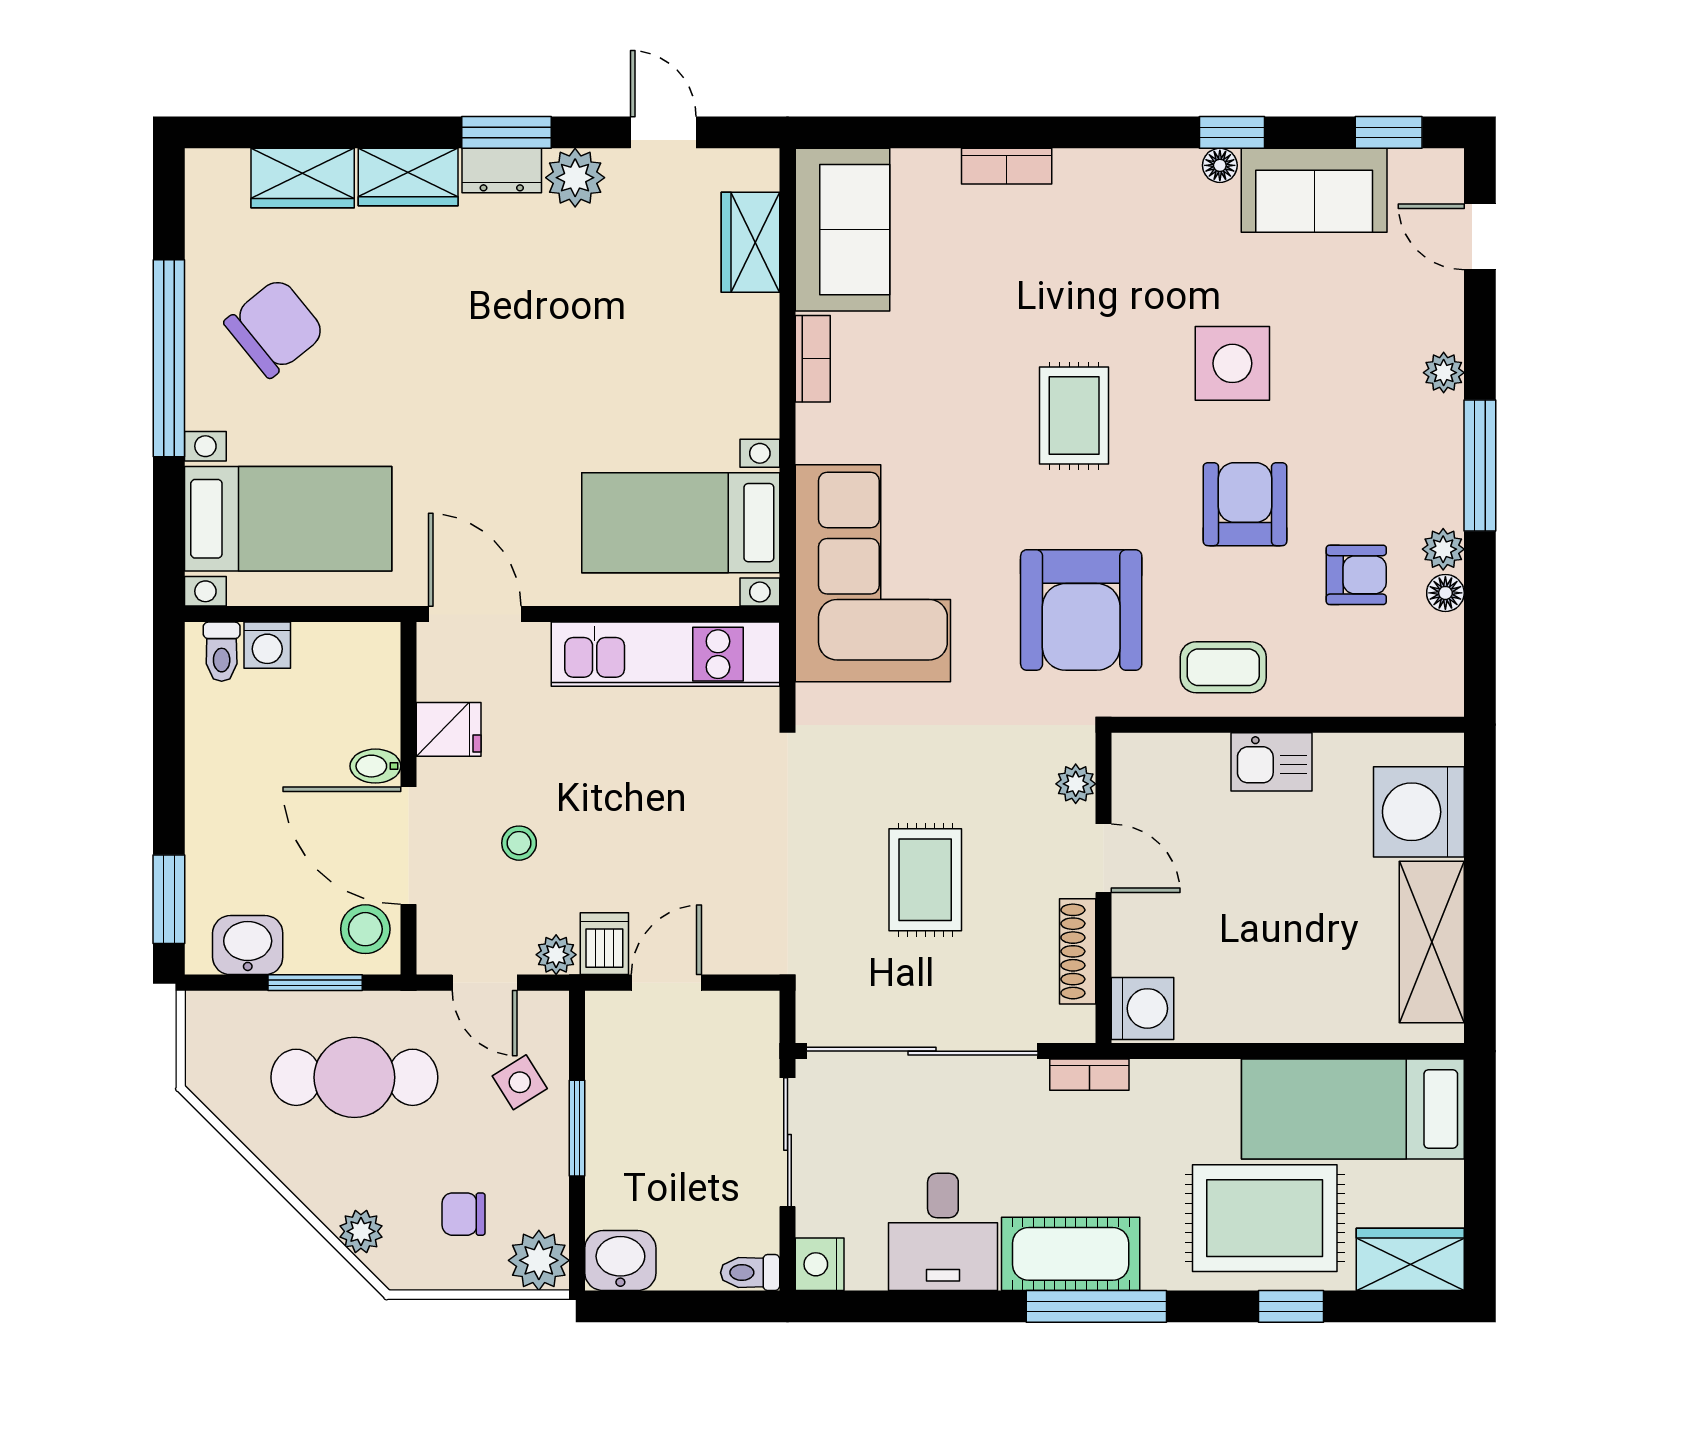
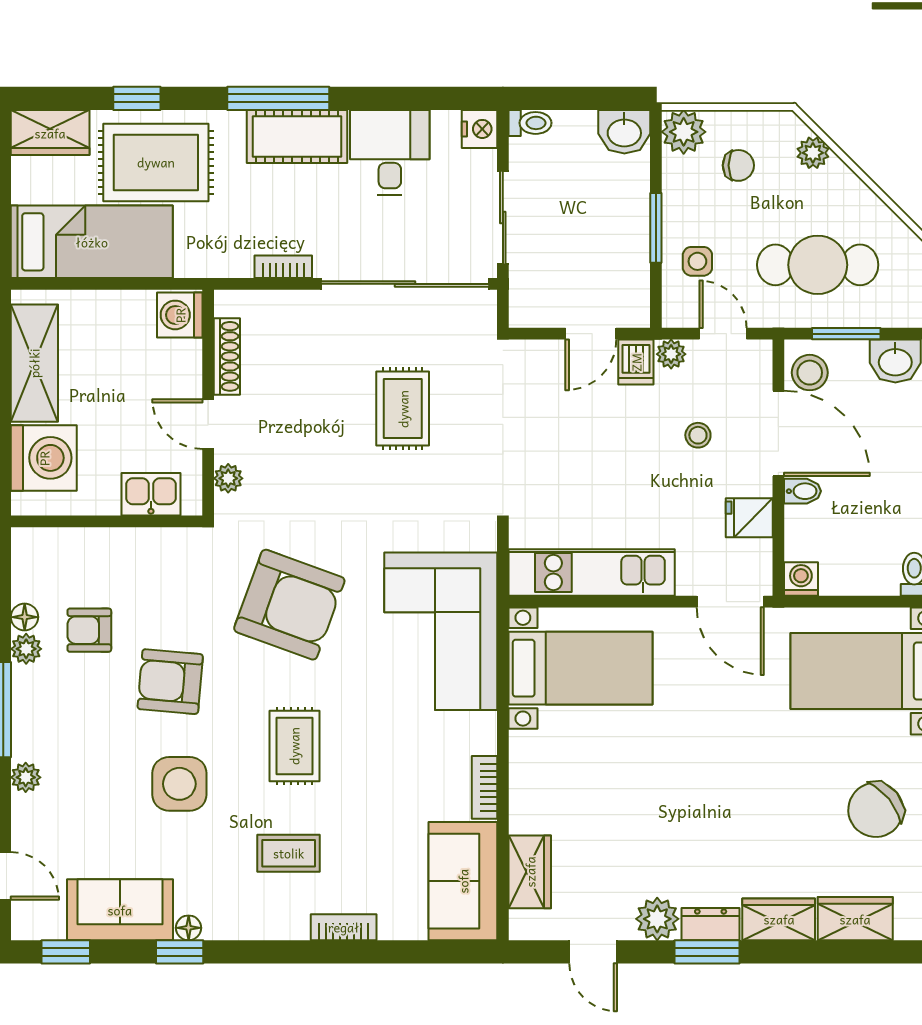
armchair: (1245, 504) -> (170, 682), turned 95
armchair: (1081, 610) -> (289, 605), turned 110
washing machine: (267, 645) -> (801, 579), moved
coffee table: (1223, 667) -> (289, 853), moved
plant: (1076, 784) -> (228, 478), moved
door: (1103, 858) -> (208, 424), moved
wall: (1103, 888) -> (208, 403), moved
shoe rack: (1078, 951) -> (227, 356), moved
washing machine: (1142, 1008) -> (180, 315), moved
side table: (520, 1082) -> (697, 261), turned 32

